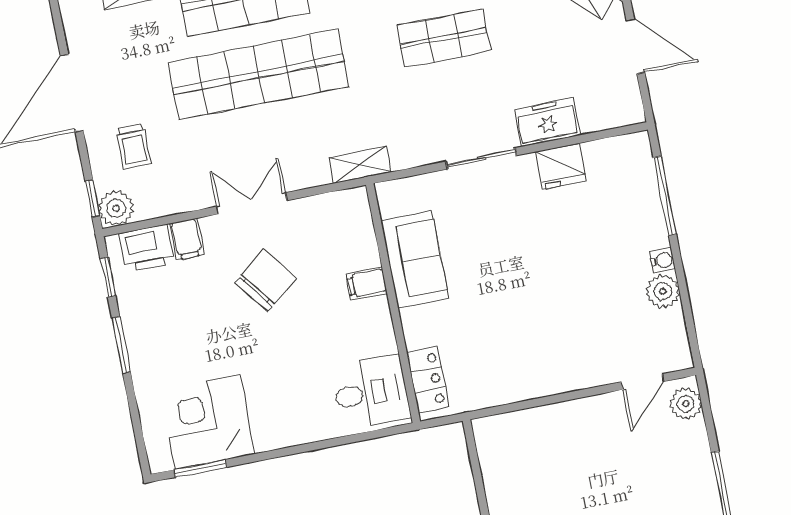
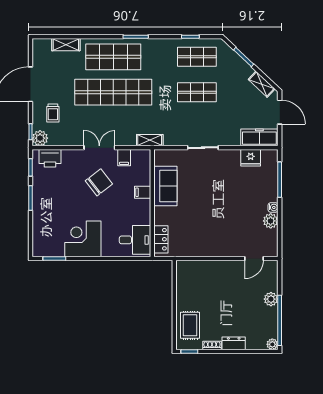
freezer: (547, 122) -> (259, 137), moved, width x1.40
fridge: (561, 166) -> (251, 158), moved
filing cabinet: (187, 239) -> (124, 158), moved
plant: (686, 404) -> (271, 299), moved
corner desk: (208, 422) -> (83, 239), moved

